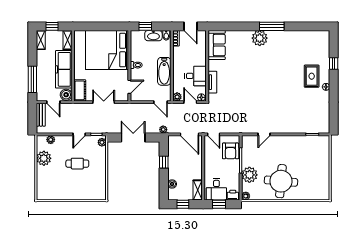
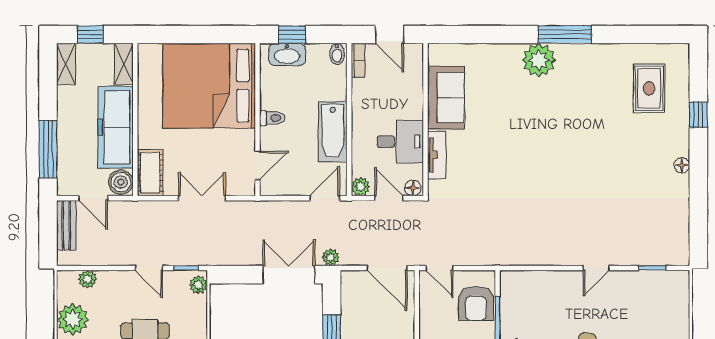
washbasin: (153, 36) -> (287, 55), moved
sofa: (217, 45) -> (446, 98), moved
rug: (312, 76) -> (649, 88), moved
door: (161, 102) -> (325, 198), swing flipped
door: (79, 134) -> (149, 268), hinge flipped
door: (264, 134) -> (596, 268), moved
double door: (133, 138) -> (289, 275), moved

